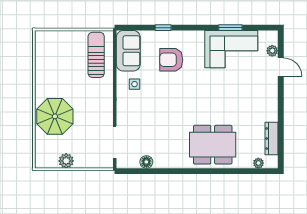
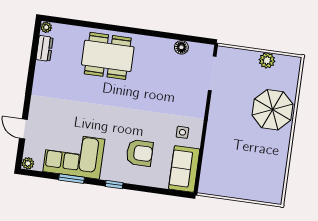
window: (163, 28) -> (114, 185), moved
plant: (272, 51) -> (28, 163), moved
sun lounger: (96, 55) -> (219, 169), removed
dresser: (272, 139) -> (45, 48), width x0.70
plant: (258, 163) -> (46, 27), moved

